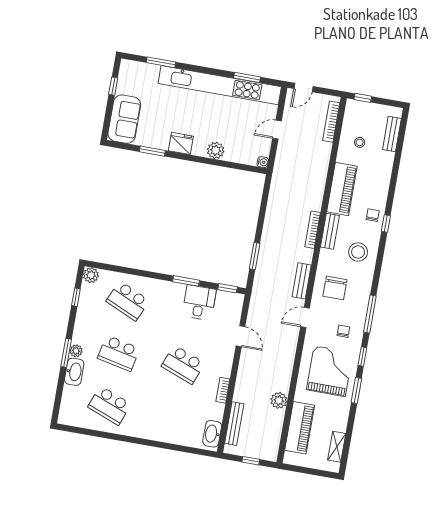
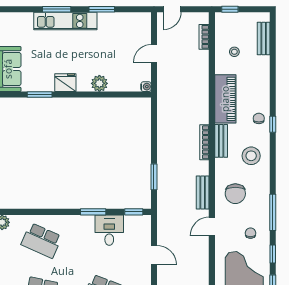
window: (161, 62) -> (57, 9), moved
window: (247, 77) -> (102, 9), moved
kitchen unit: (220, 85) -> (65, 21), width x0.54
bookcase: (331, 122) -> (204, 37), width x0.64

